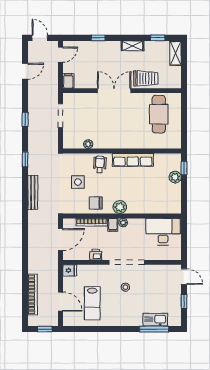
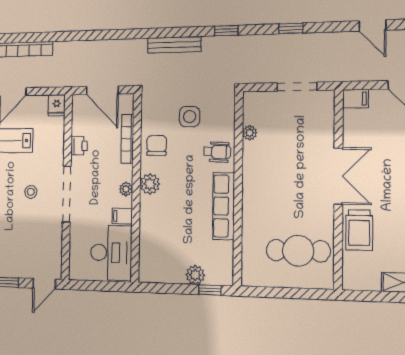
filing cabinet: (113, 225) -> (122, 216), moved

